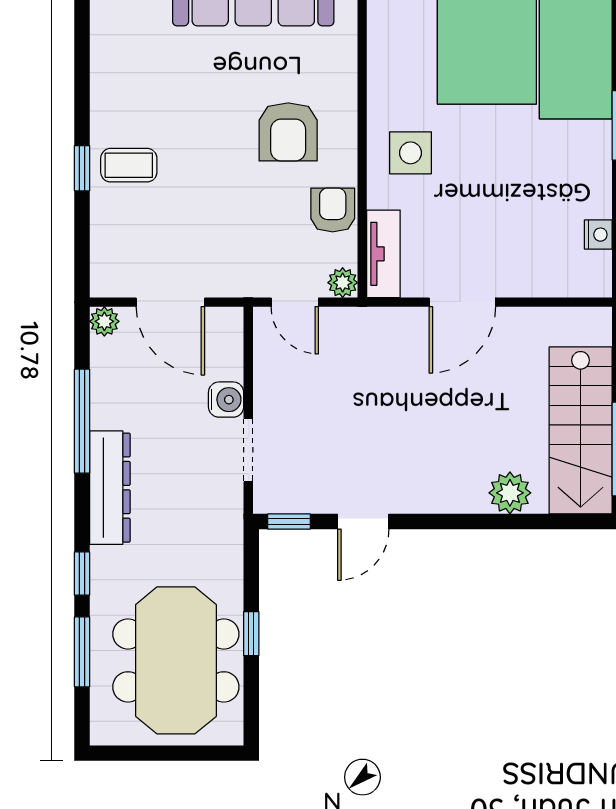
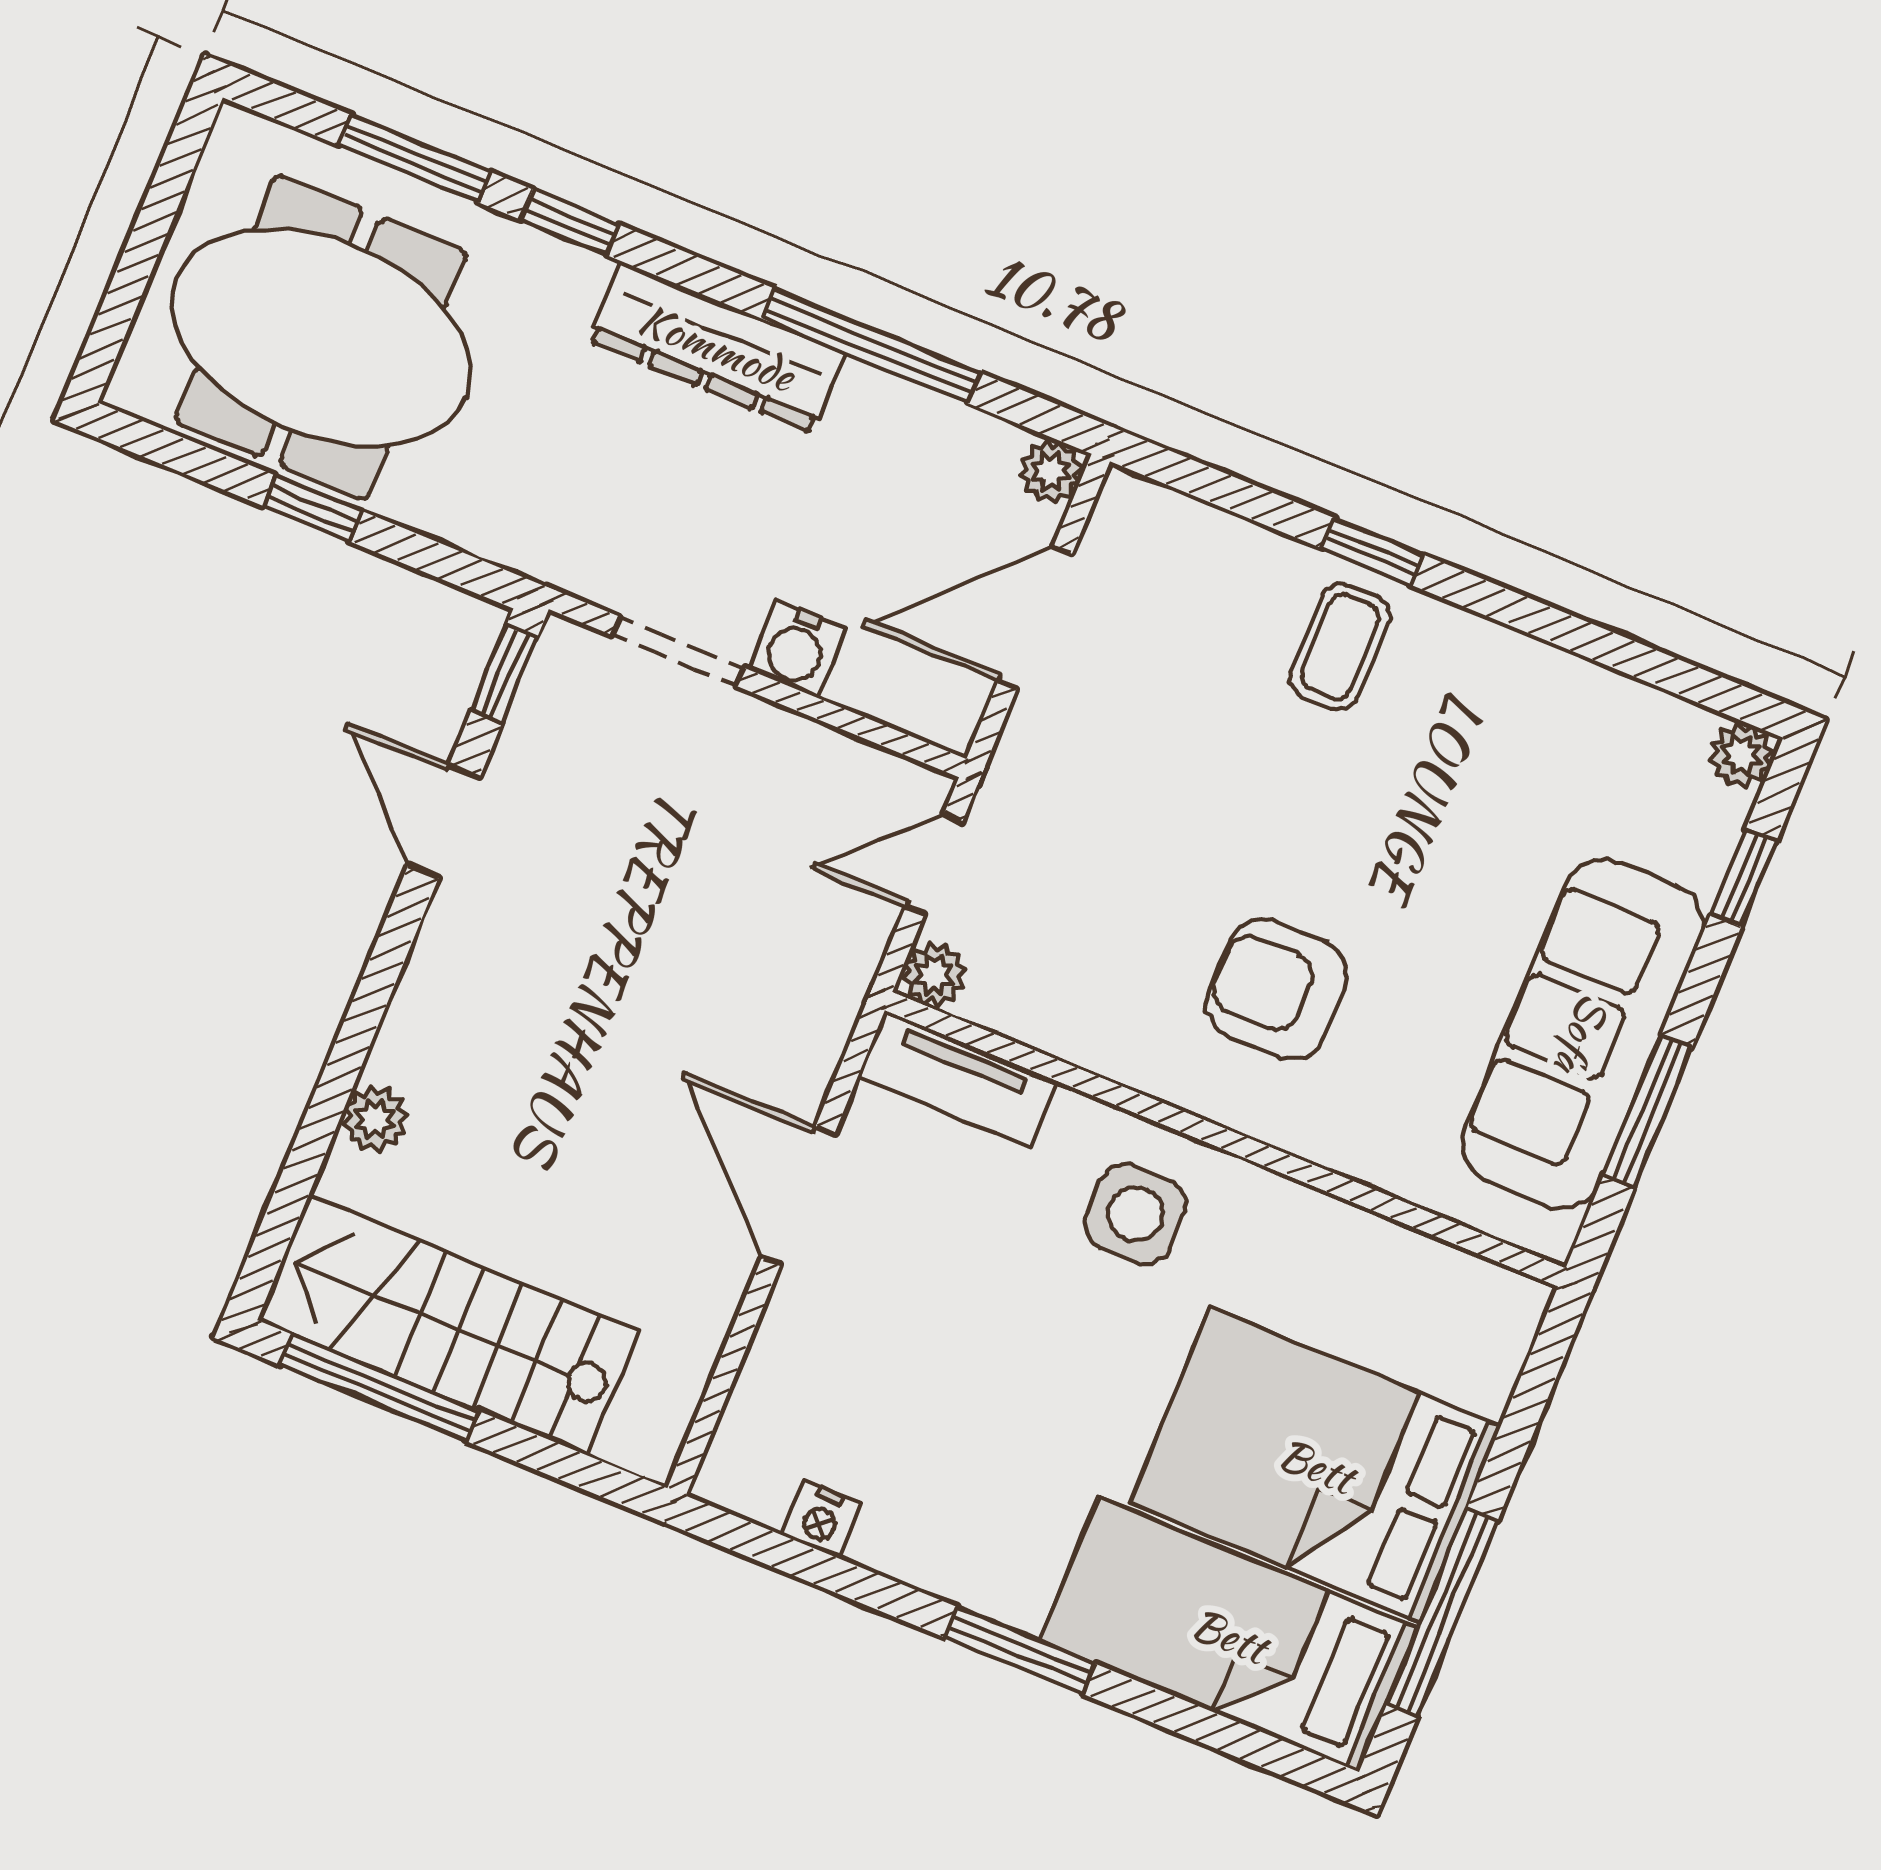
armchair: (333, 210) -> (1086, 1014), removed
plant: (510, 493) -> (375, 1119), width x0.73, depth x0.73

